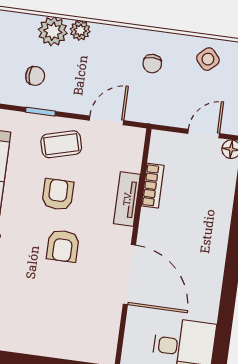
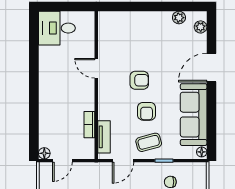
tv unit: (127, 199) -> (104, 137), moved
armchair: (63, 246) -> (139, 80), turned 90
door: (129, 275) -> (96, 68), width x0.53

